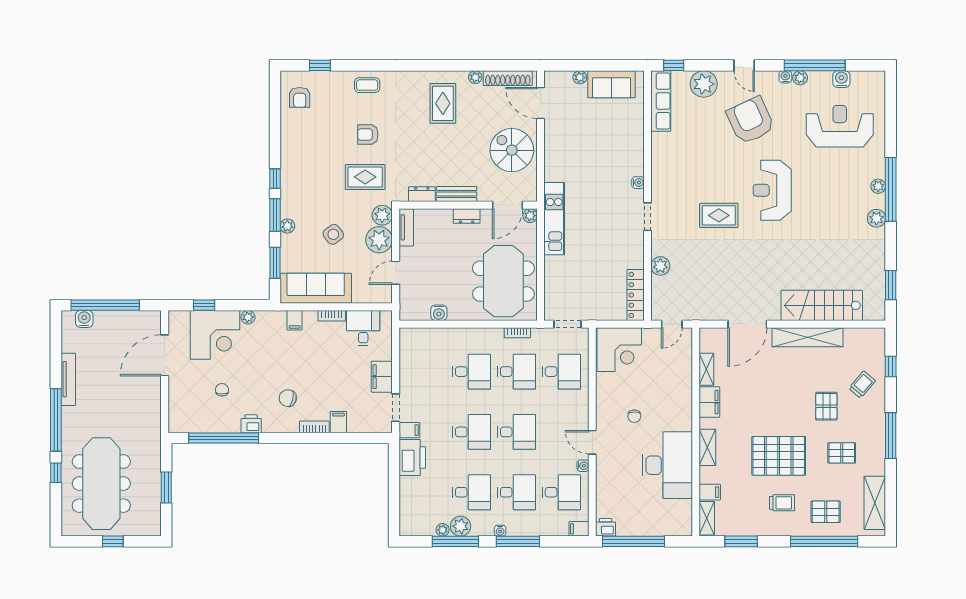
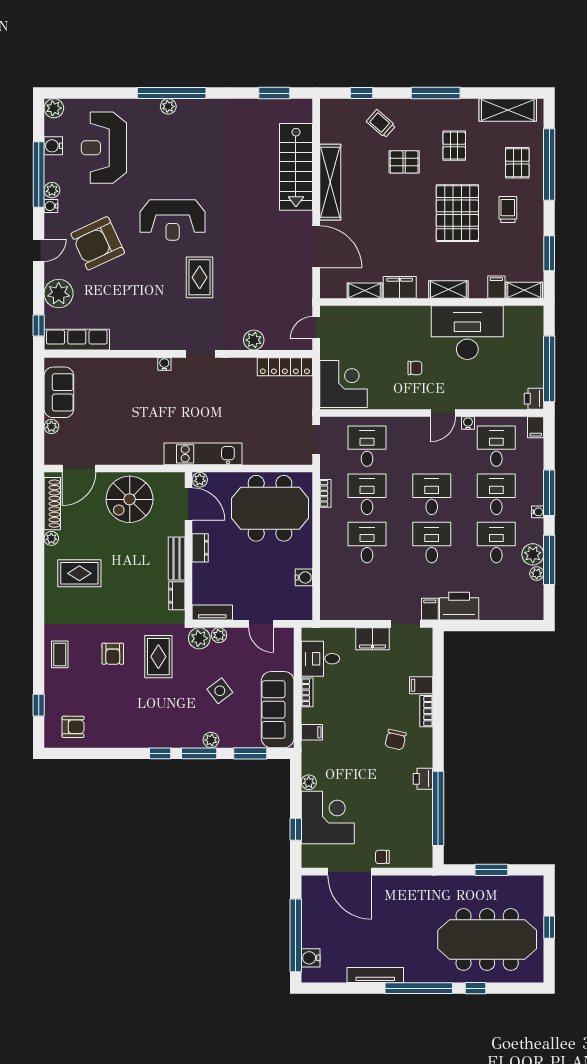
plant: (876, 218) -> (54, 108), moved
plant: (379, 240) -> (219, 635), width x0.53, depth x0.53
door: (672, 324) -> (316, 328), swing flipped
chair: (222, 390) -> (382, 857), moved

